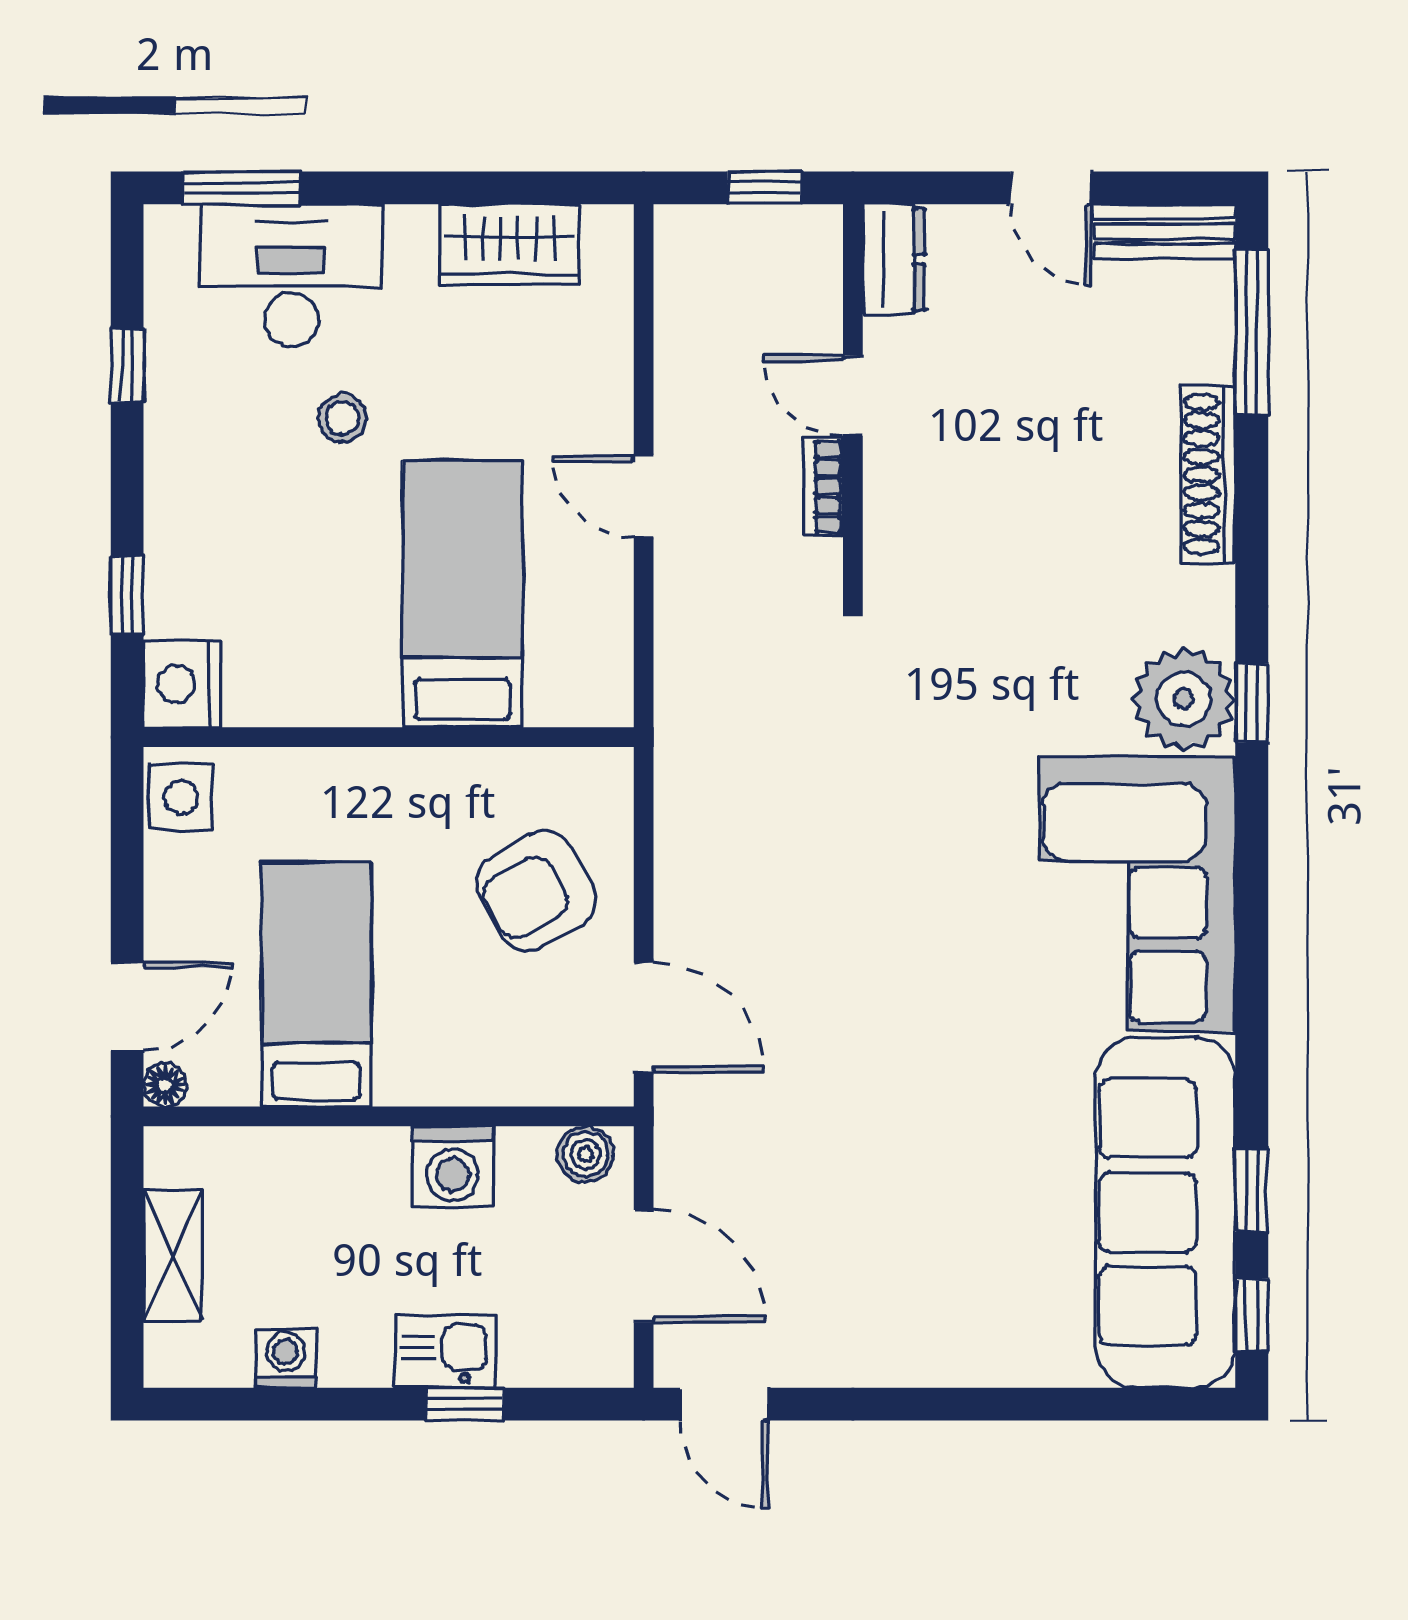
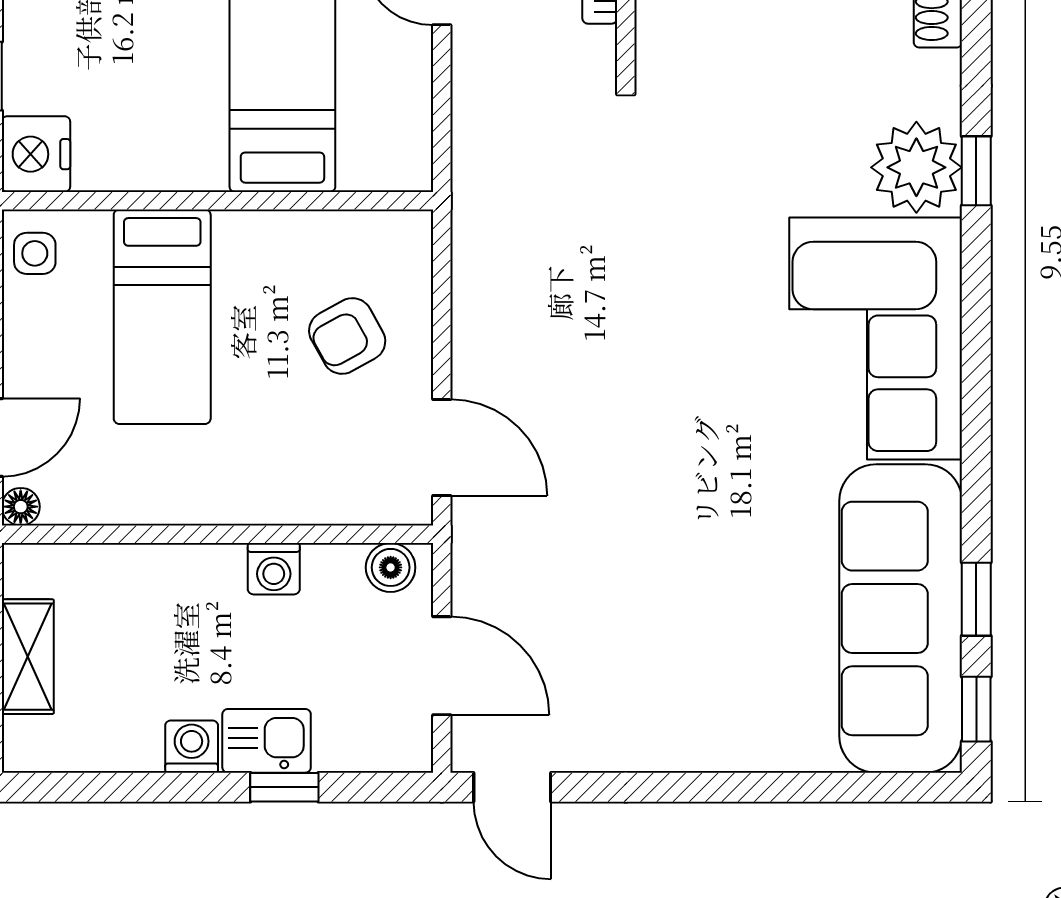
side table: (181, 797) -> (35, 253), width x0.73, depth x0.73
armchair: (536, 891) -> (347, 336), width x0.72, depth x0.72
bed: (316, 985) -> (162, 317), moved, turned 180
washing machine: (453, 1167) -> (274, 569), width x0.73, depth x0.73
washing machine: (286, 1358) -> (192, 747), moved

